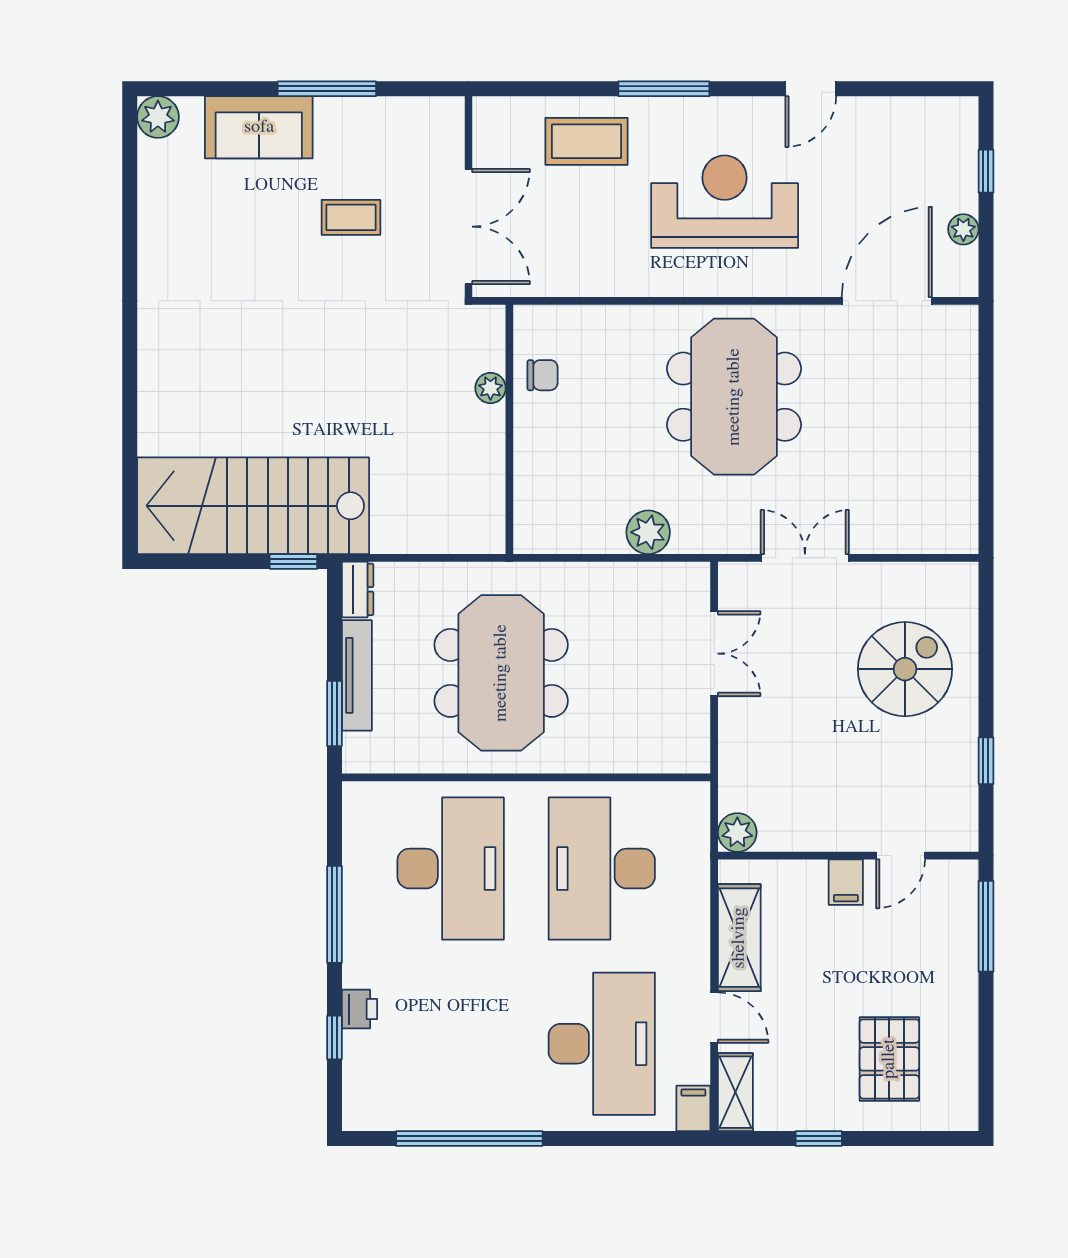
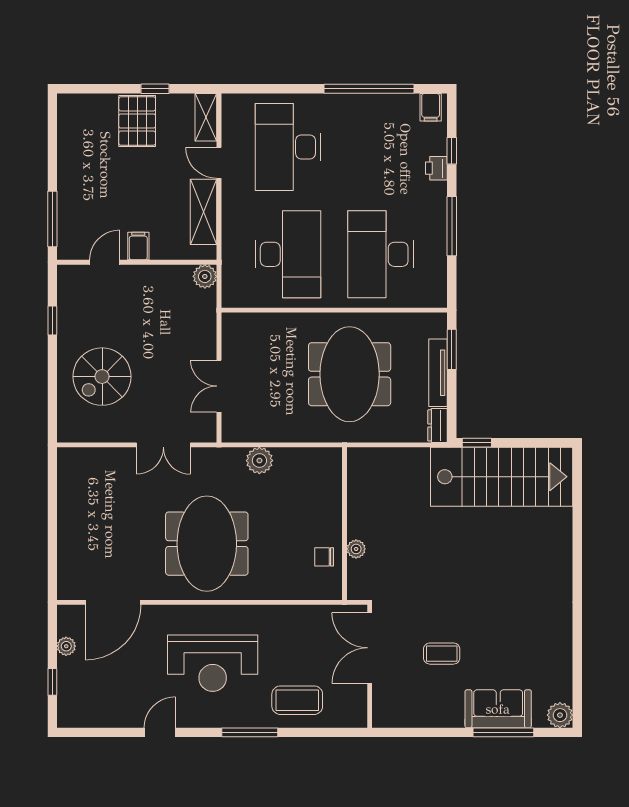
window: (327, 89) -> (503, 732), moved
pallet: (889, 1059) -> (137, 121), moved
filing cabinet: (693, 1108) -> (431, 107), moved

